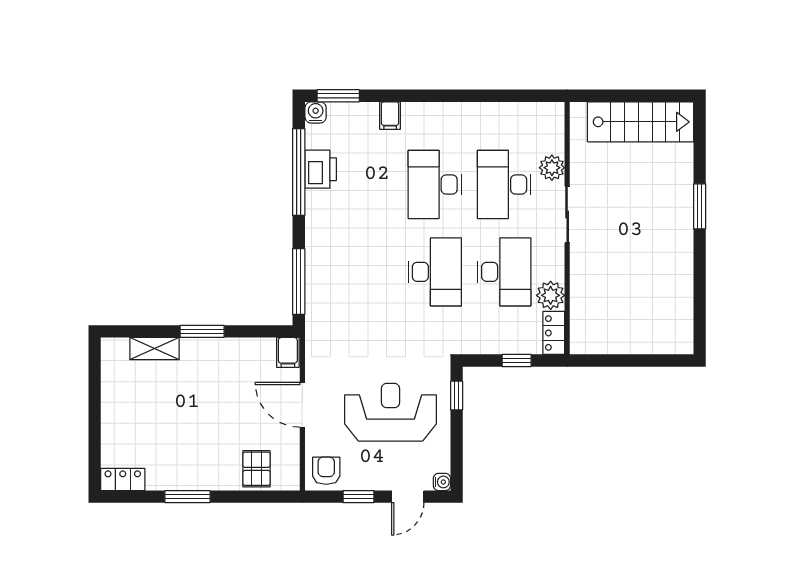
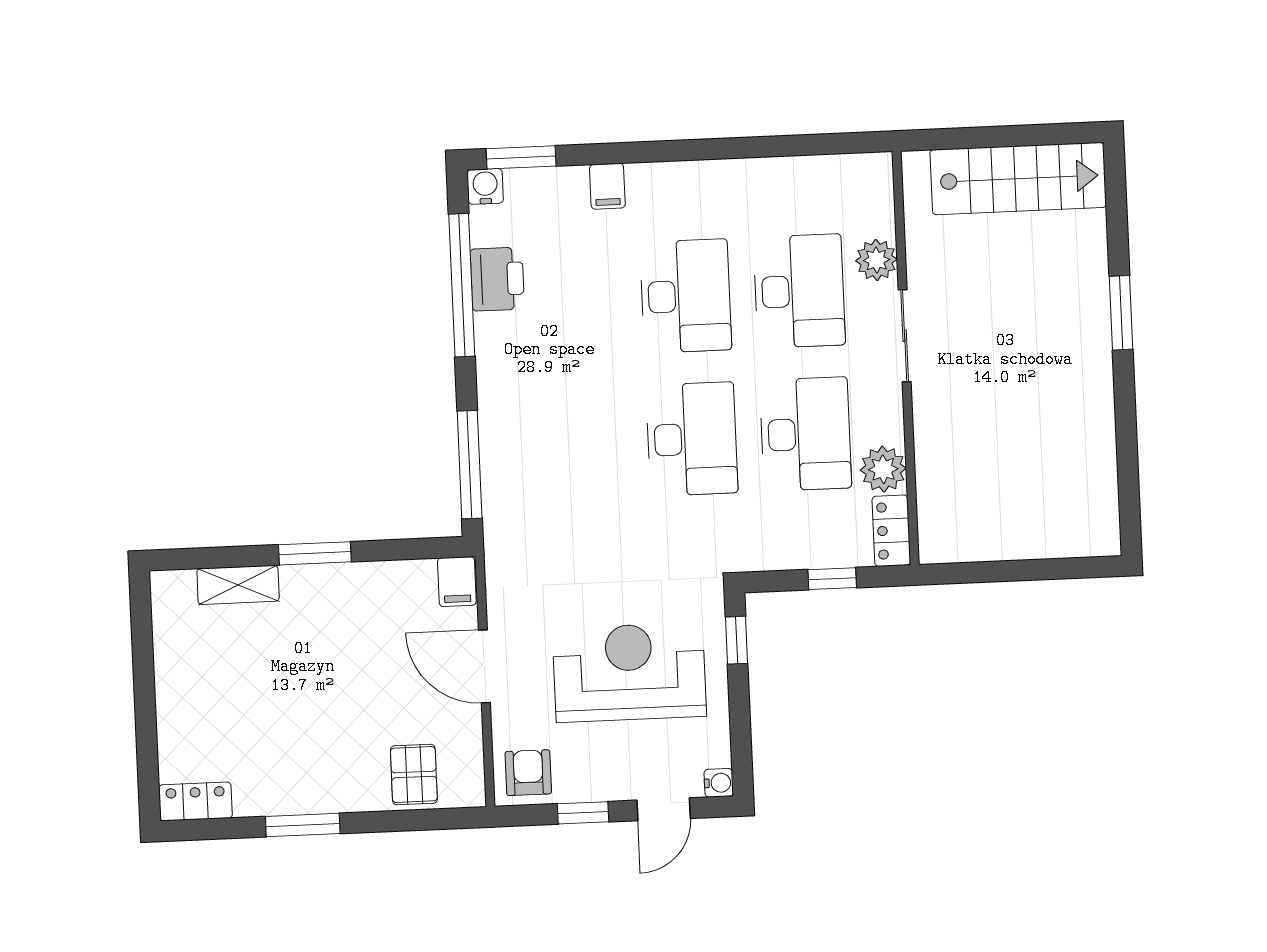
desk: (435, 185) -> (686, 296), turned 180
desk: (504, 185) -> (799, 291), turned 180

